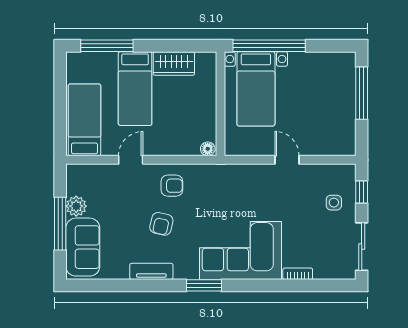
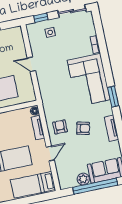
tv unit: (179, 148) -> (38, 127), added
door: (131, 160) -> (50, 154), swing flipped
door: (287, 160) -> (31, 64), hinge flipped
window: (60, 224) -> (95, 186), width x1.46

